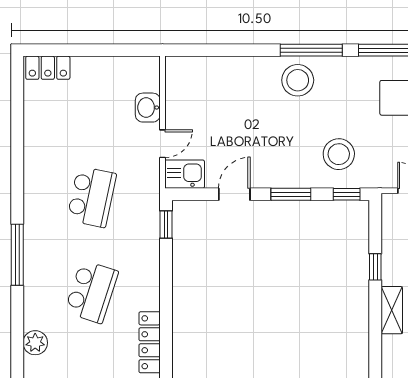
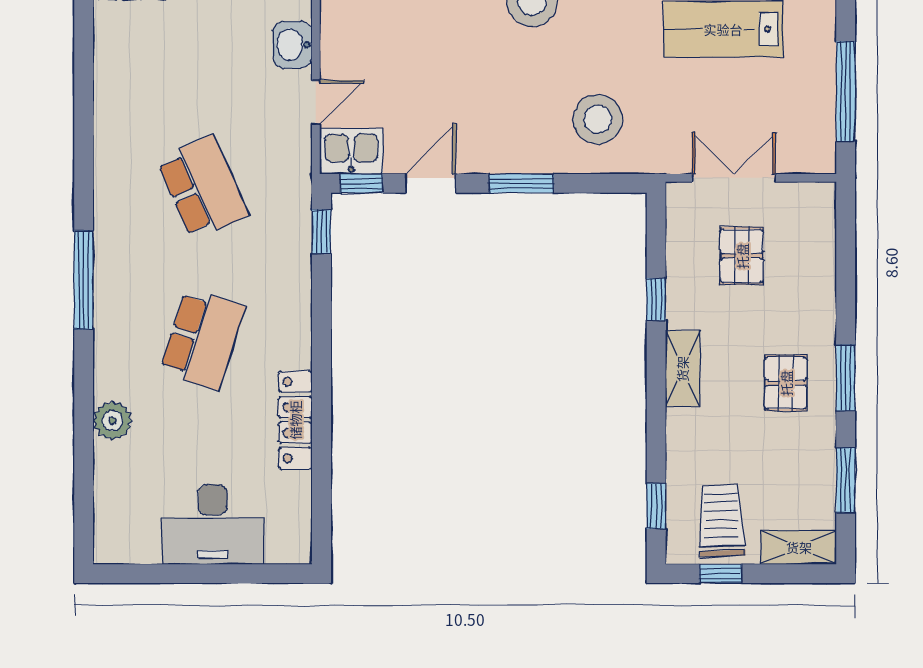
window: (347, 194) -> (361, 183), moved
school desk: (92, 197) -> (203, 187), turned -36

